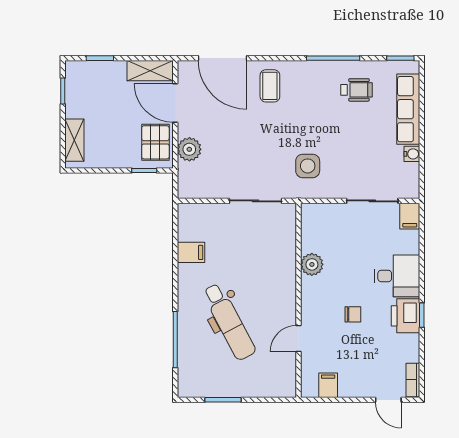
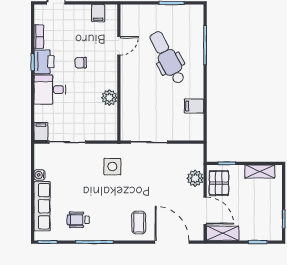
shelving: (74, 140) -> (260, 172), moved, turned 90
bookcase: (413, 380) -> (39, 37), moved

